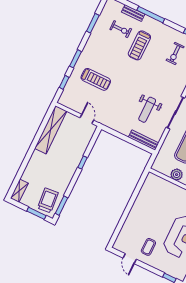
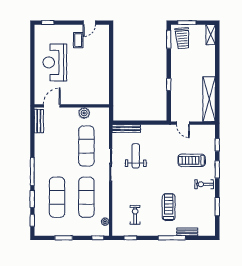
exercise bike: (121, 29) -> (204, 184), moved
door: (130, 259) -> (89, 23), swing flipped

